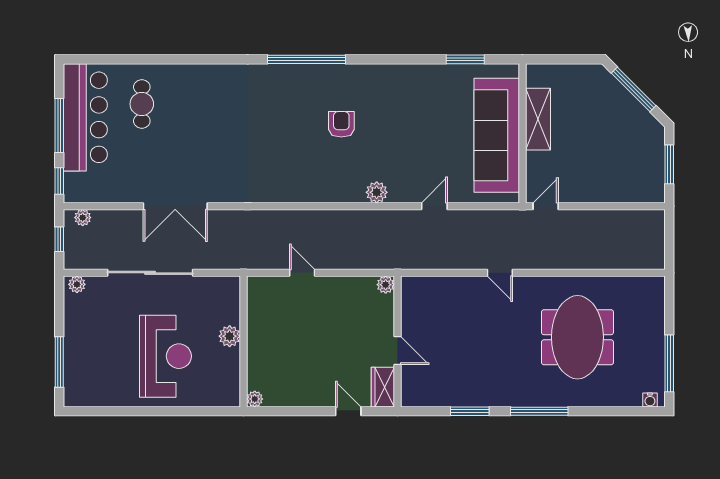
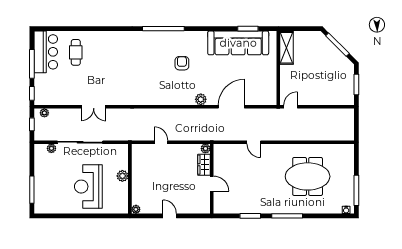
bar counter: (85, 117) -> (46, 52), width x0.73
shelving: (538, 119) -> (287, 48), moved
sofa: (497, 135) -> (238, 43), moved, turned -90
double door: (175, 206) -> (94, 107), width x0.73
door: (434, 206) -> (231, 107), width x1.88
door: (500, 273) -> (254, 142), moved
plant: (77, 284) -> (51, 148), moved
meeting table: (577, 337) -> (308, 176), turned 90
reception desk: (165, 356) -> (88, 187), turned 180
wardrobe: (383, 387) -> (204, 165), moved
door: (348, 411) -> (170, 216), moved

